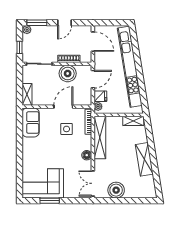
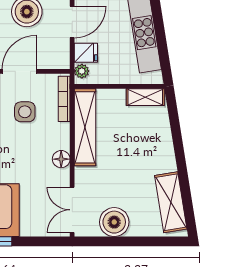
shelving: (144, 159) -> (171, 202), moved

